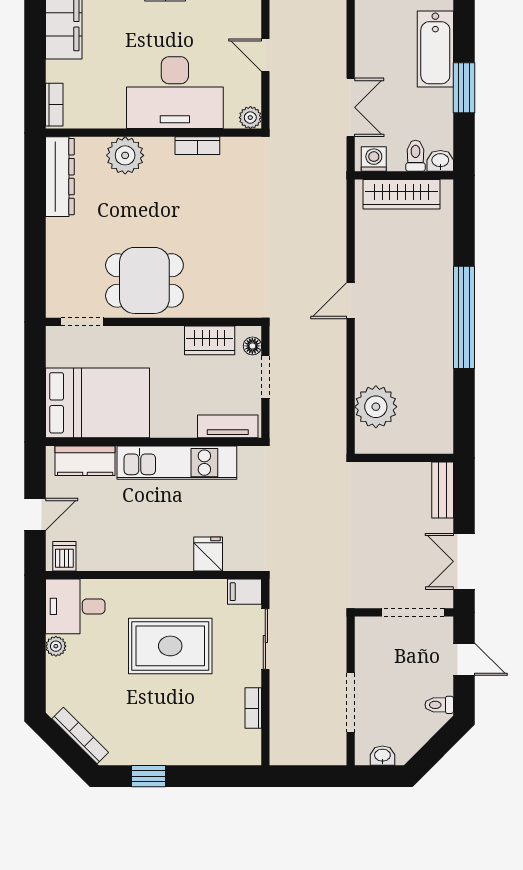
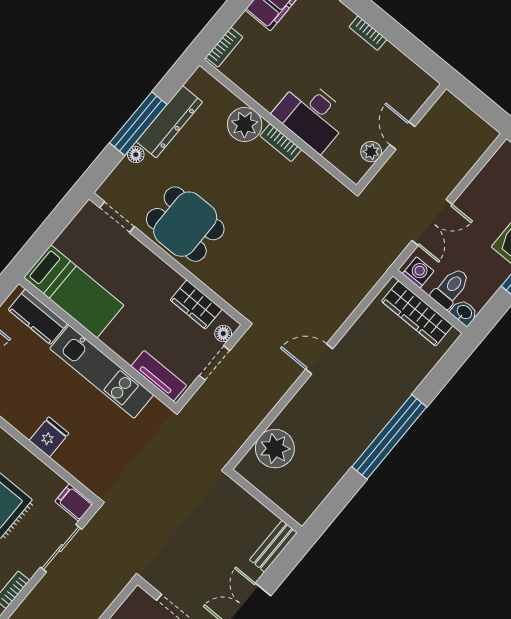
desk: (175, 93) -> (312, 115), width x0.73, depth x0.77
plant: (250, 118) -> (371, 152), moved
bookcase: (197, 146) -> (281, 143), moved
toilet: (415, 156) -> (451, 288), width x1.37, depth x1.39
dresser: (60, 177) -> (169, 122), moved
window: (35, 229) -> (138, 124), added
floor lamp: (55, 256) -> (136, 155), added
bed: (98, 403) -> (74, 291), width x0.67
fridge: (208, 554) -> (49, 437), moved

